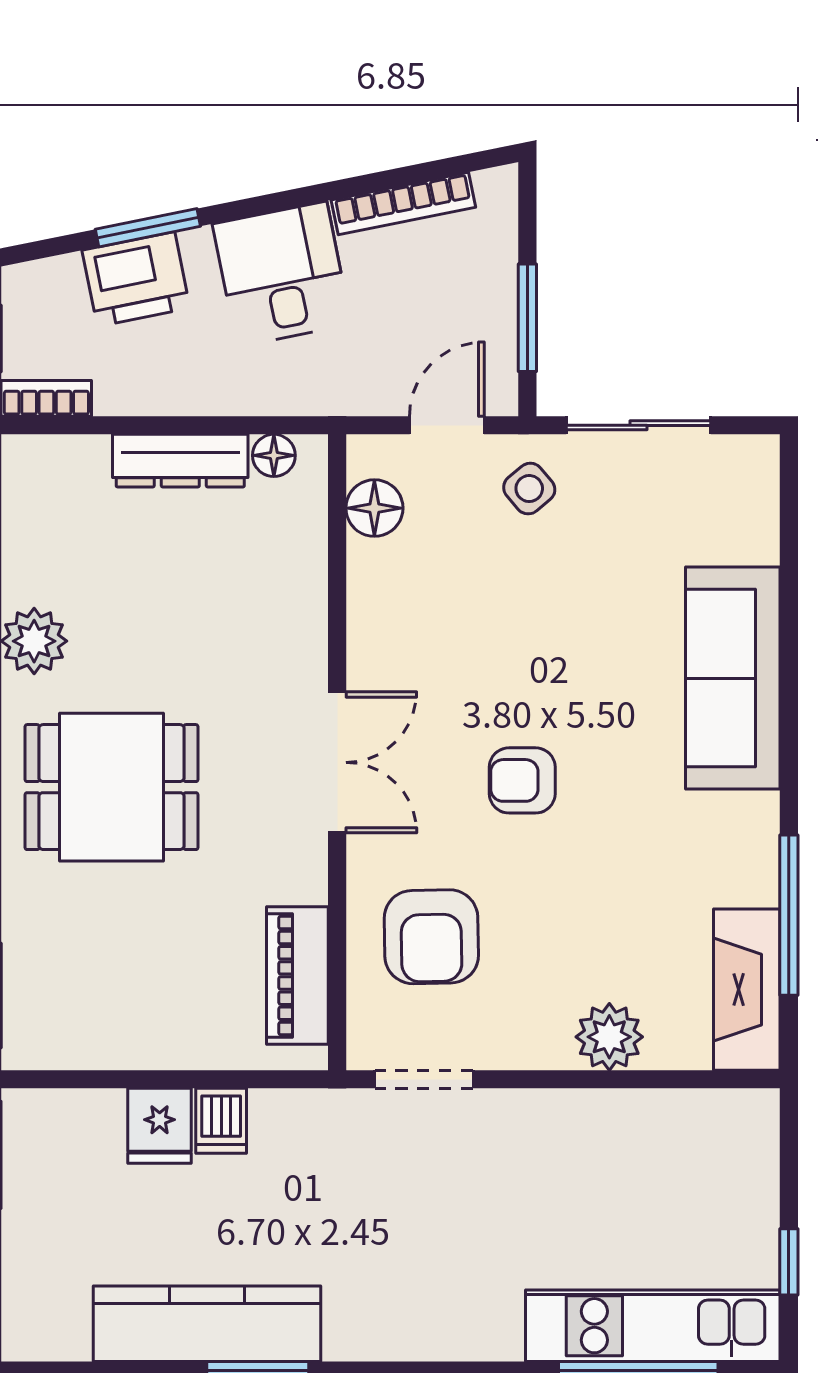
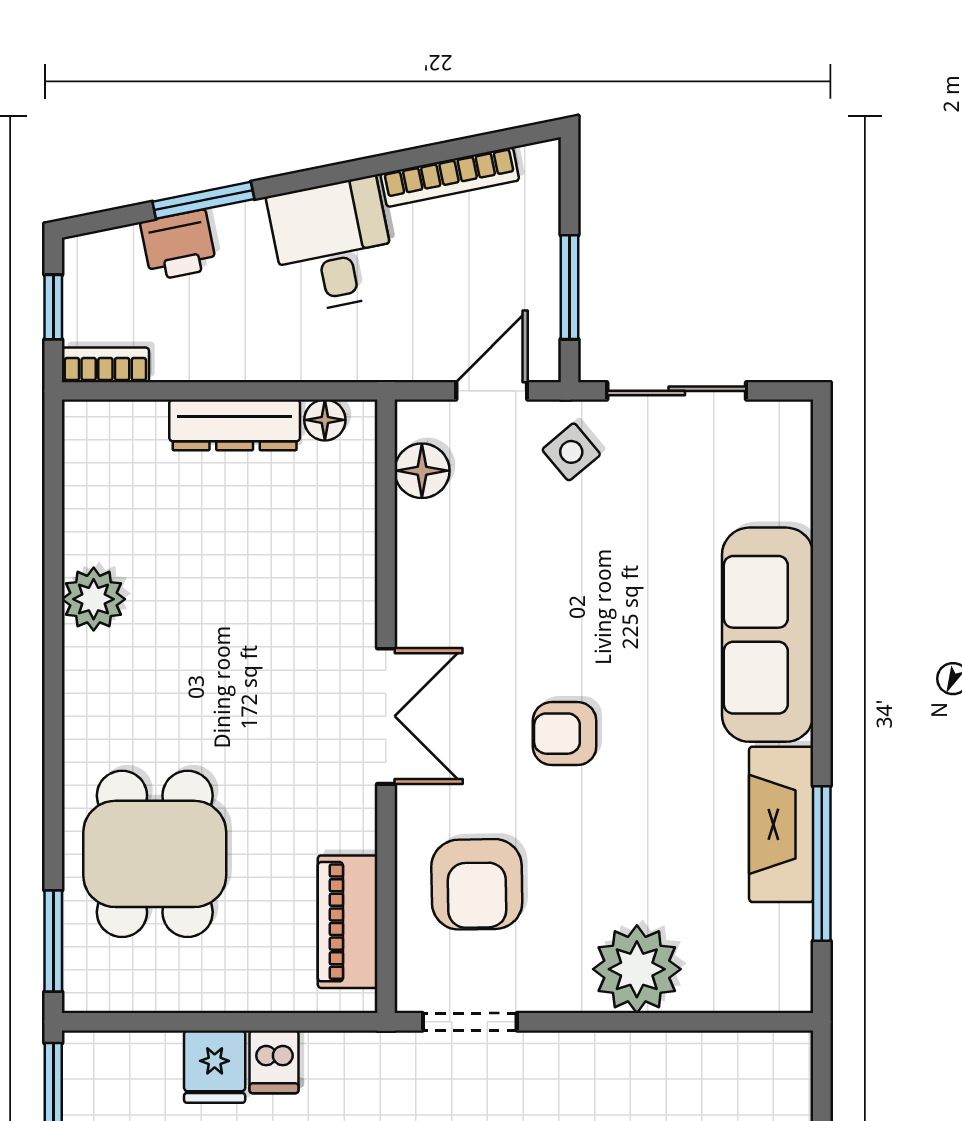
printer: (136, 279) -> (178, 245), width x0.73, depth x0.81
dining table: (111, 787) -> (155, 854), moved, turned 90
fireplace: (747, 990) -> (781, 824), moved
plant: (609, 1037) -> (637, 969), width x1.36, depth x1.36

